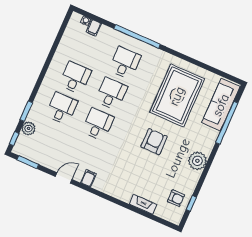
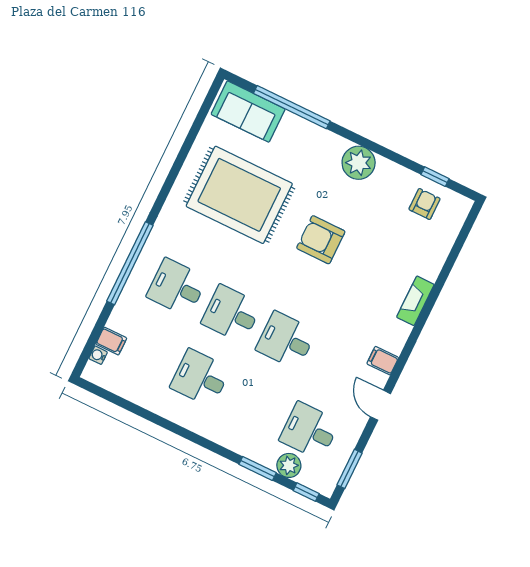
sofa: (221, 105) -> (248, 112), width x0.73
desk: (62, 108) -> (309, 431), moved
fireplace: (143, 204) -> (415, 301), moved

